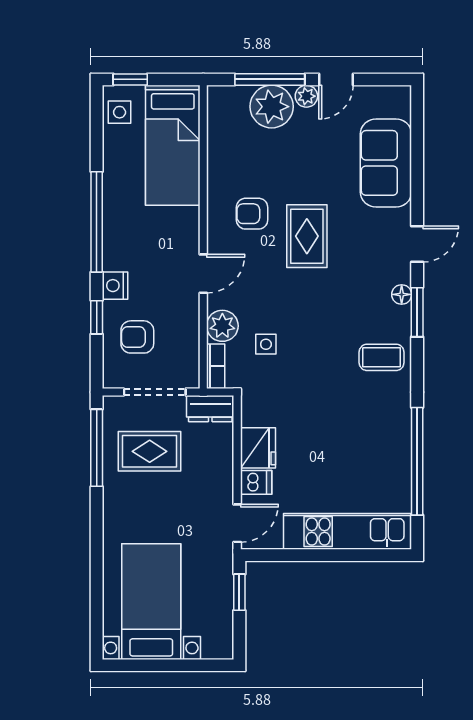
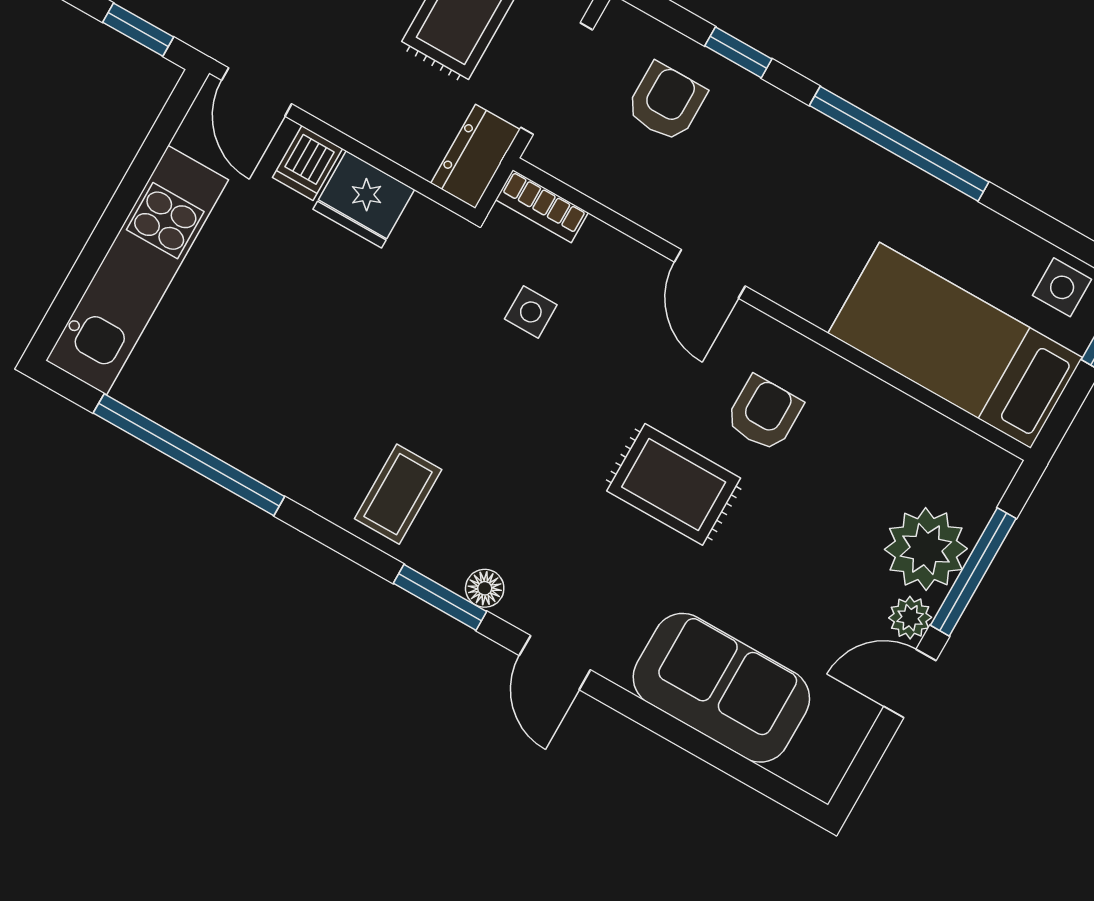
door: (336, 79) -> (910, 684), hinge flipped
nightstand: (115, 286) -> (774, 114), removed
plant: (222, 326) -> (604, 256), removed

